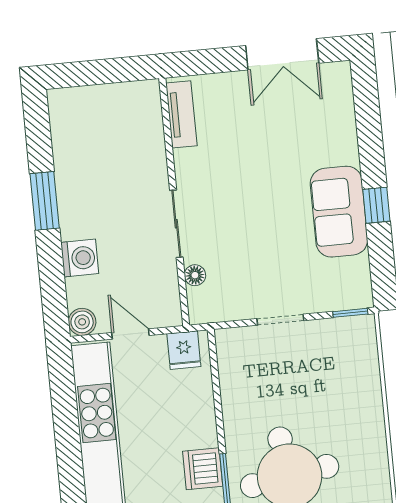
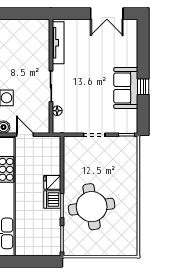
tv unit: (181, 114) -> (58, 43), width x1.41
fridge: (184, 350) -> (52, 182), moved, turned 90

